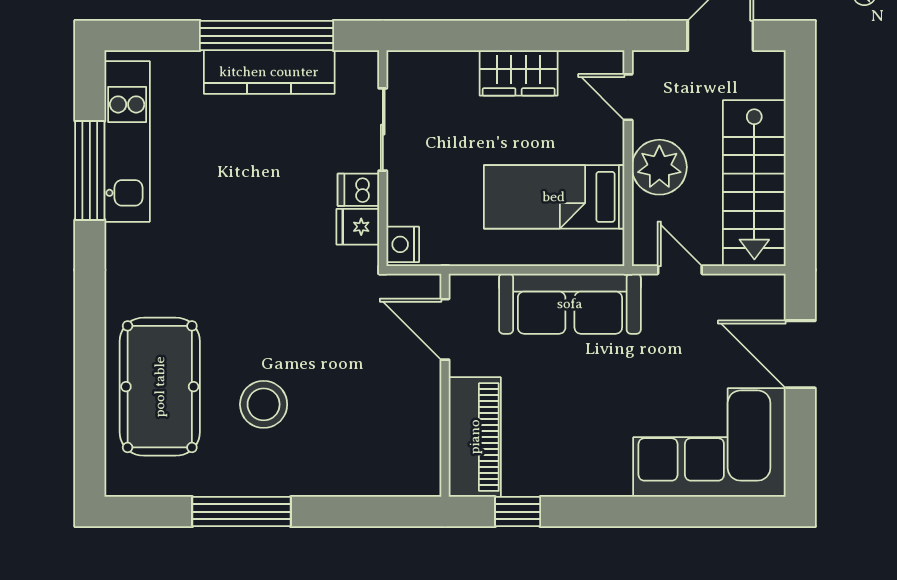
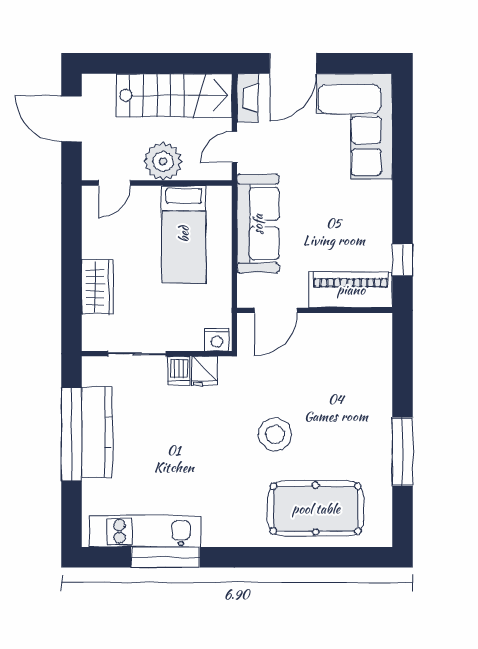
wardrobe: (519, 73) -> (97, 287), moved
fireplace: (750, 289) -> (247, 98), added
stool: (264, 404) -> (275, 434), moved

